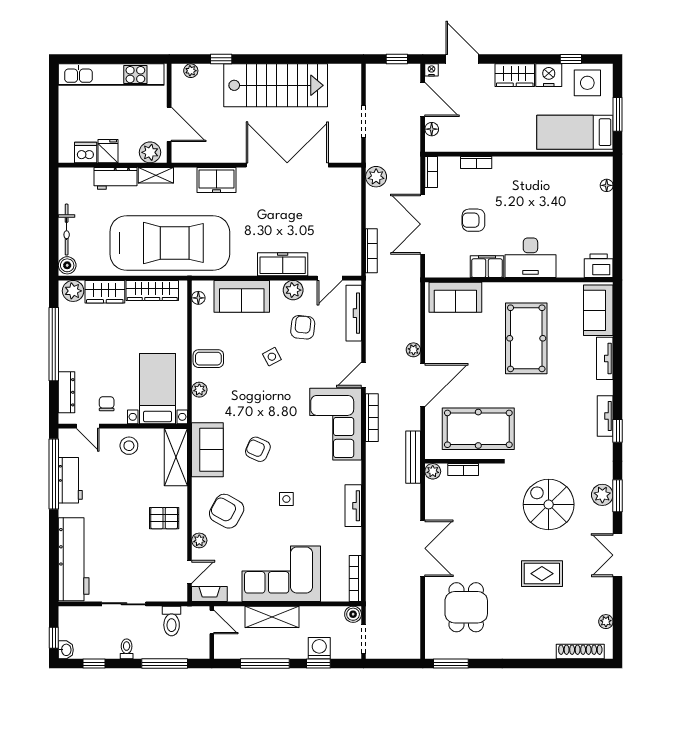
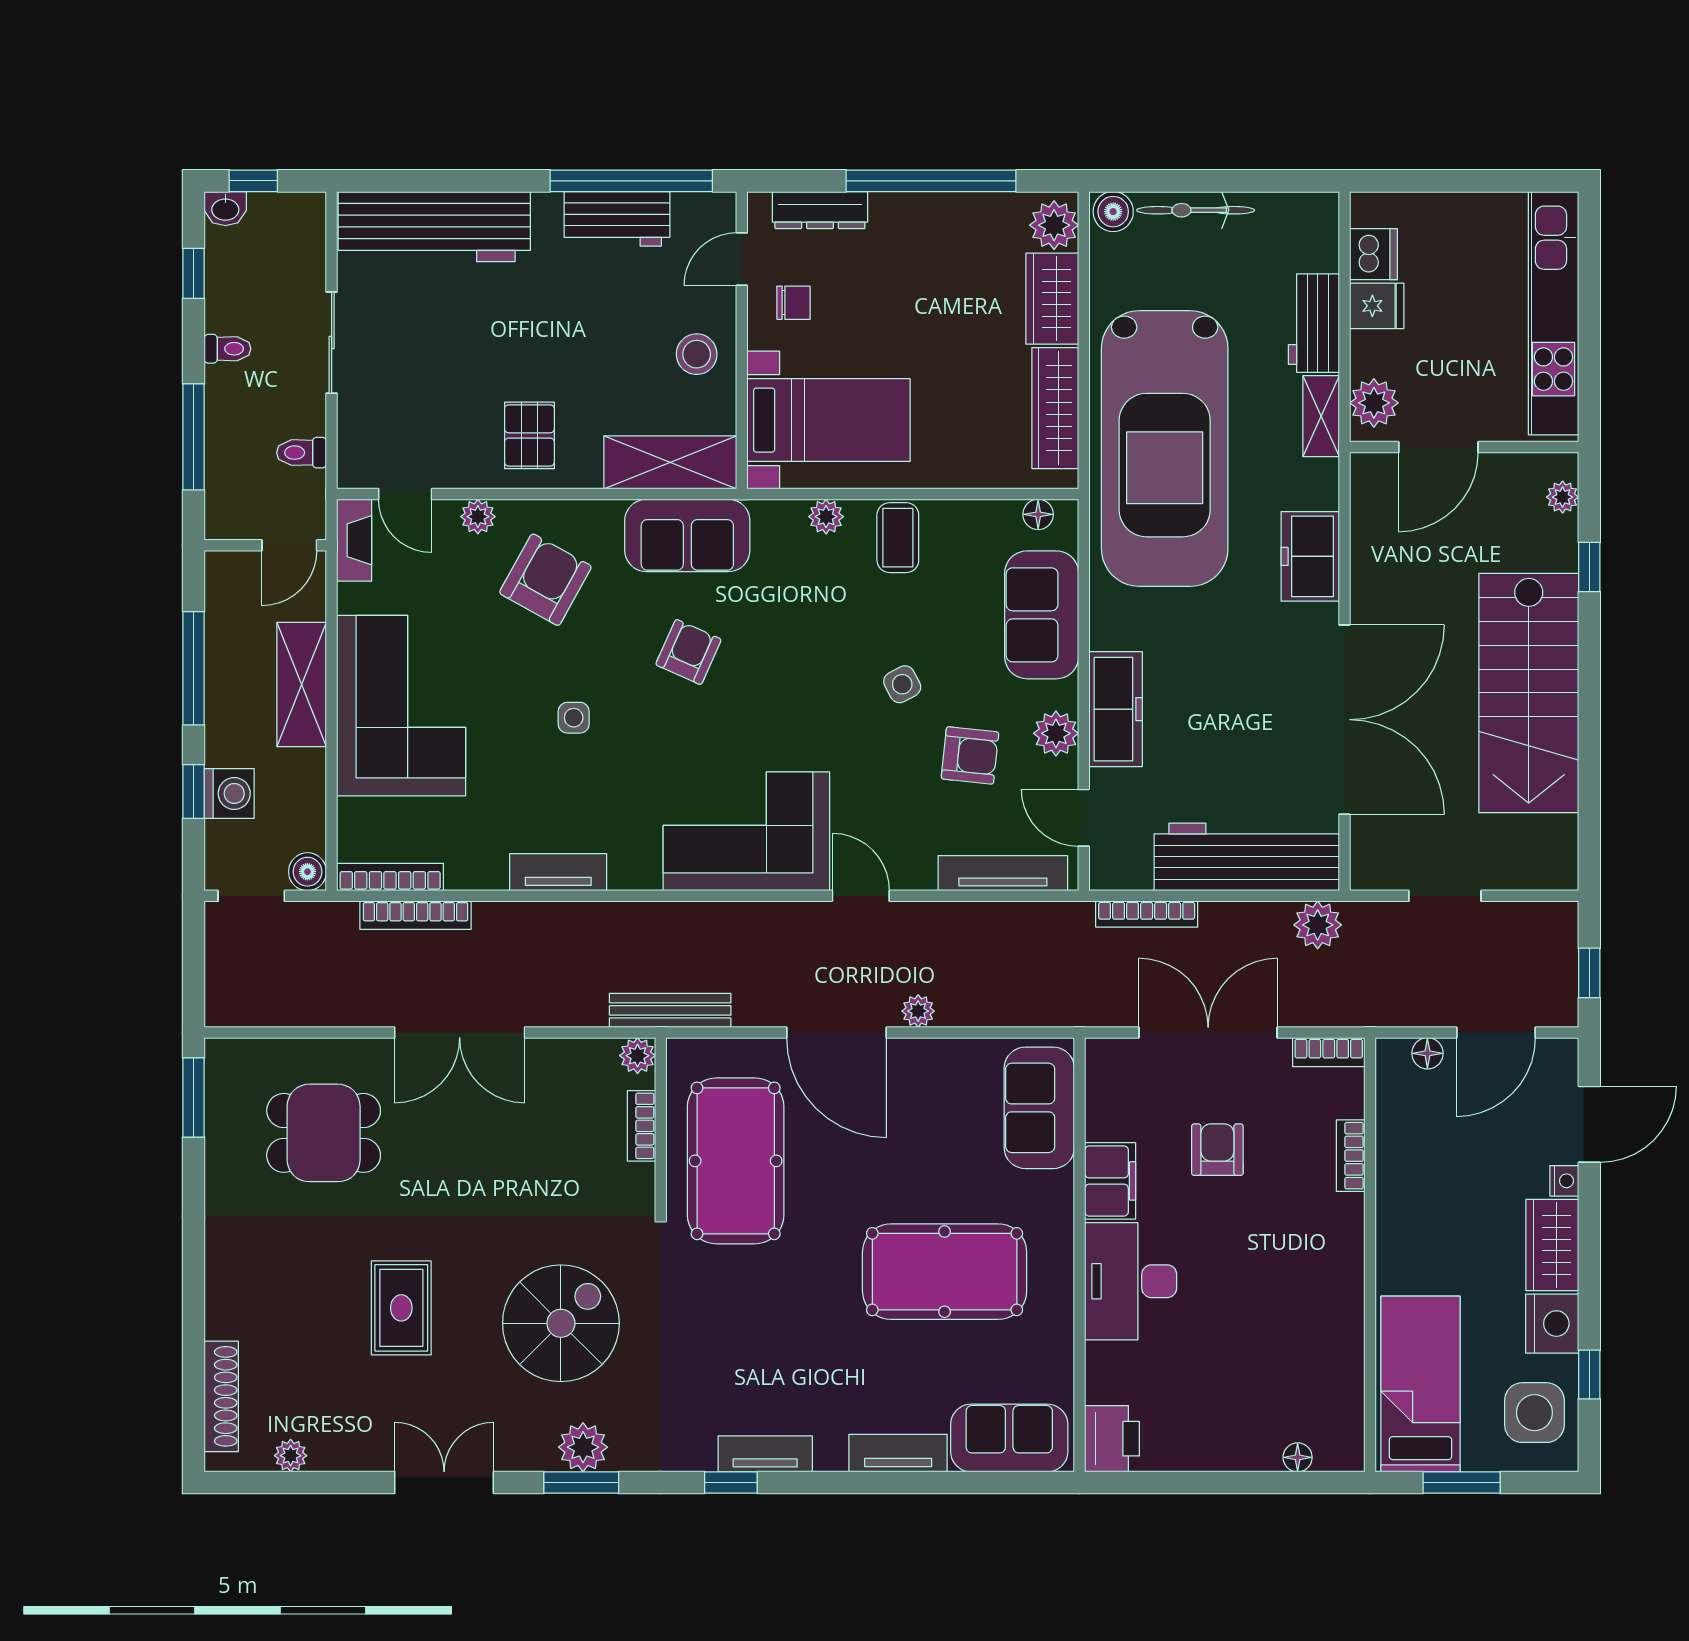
nightstand: (432, 70) -> (1564, 1181), moved
workbench: (347, 207) -> (1247, 857), added
bookcase: (372, 418) -> (416, 915), moved
toilet: (172, 621) -> (302, 453), width x0.73, depth x0.72

